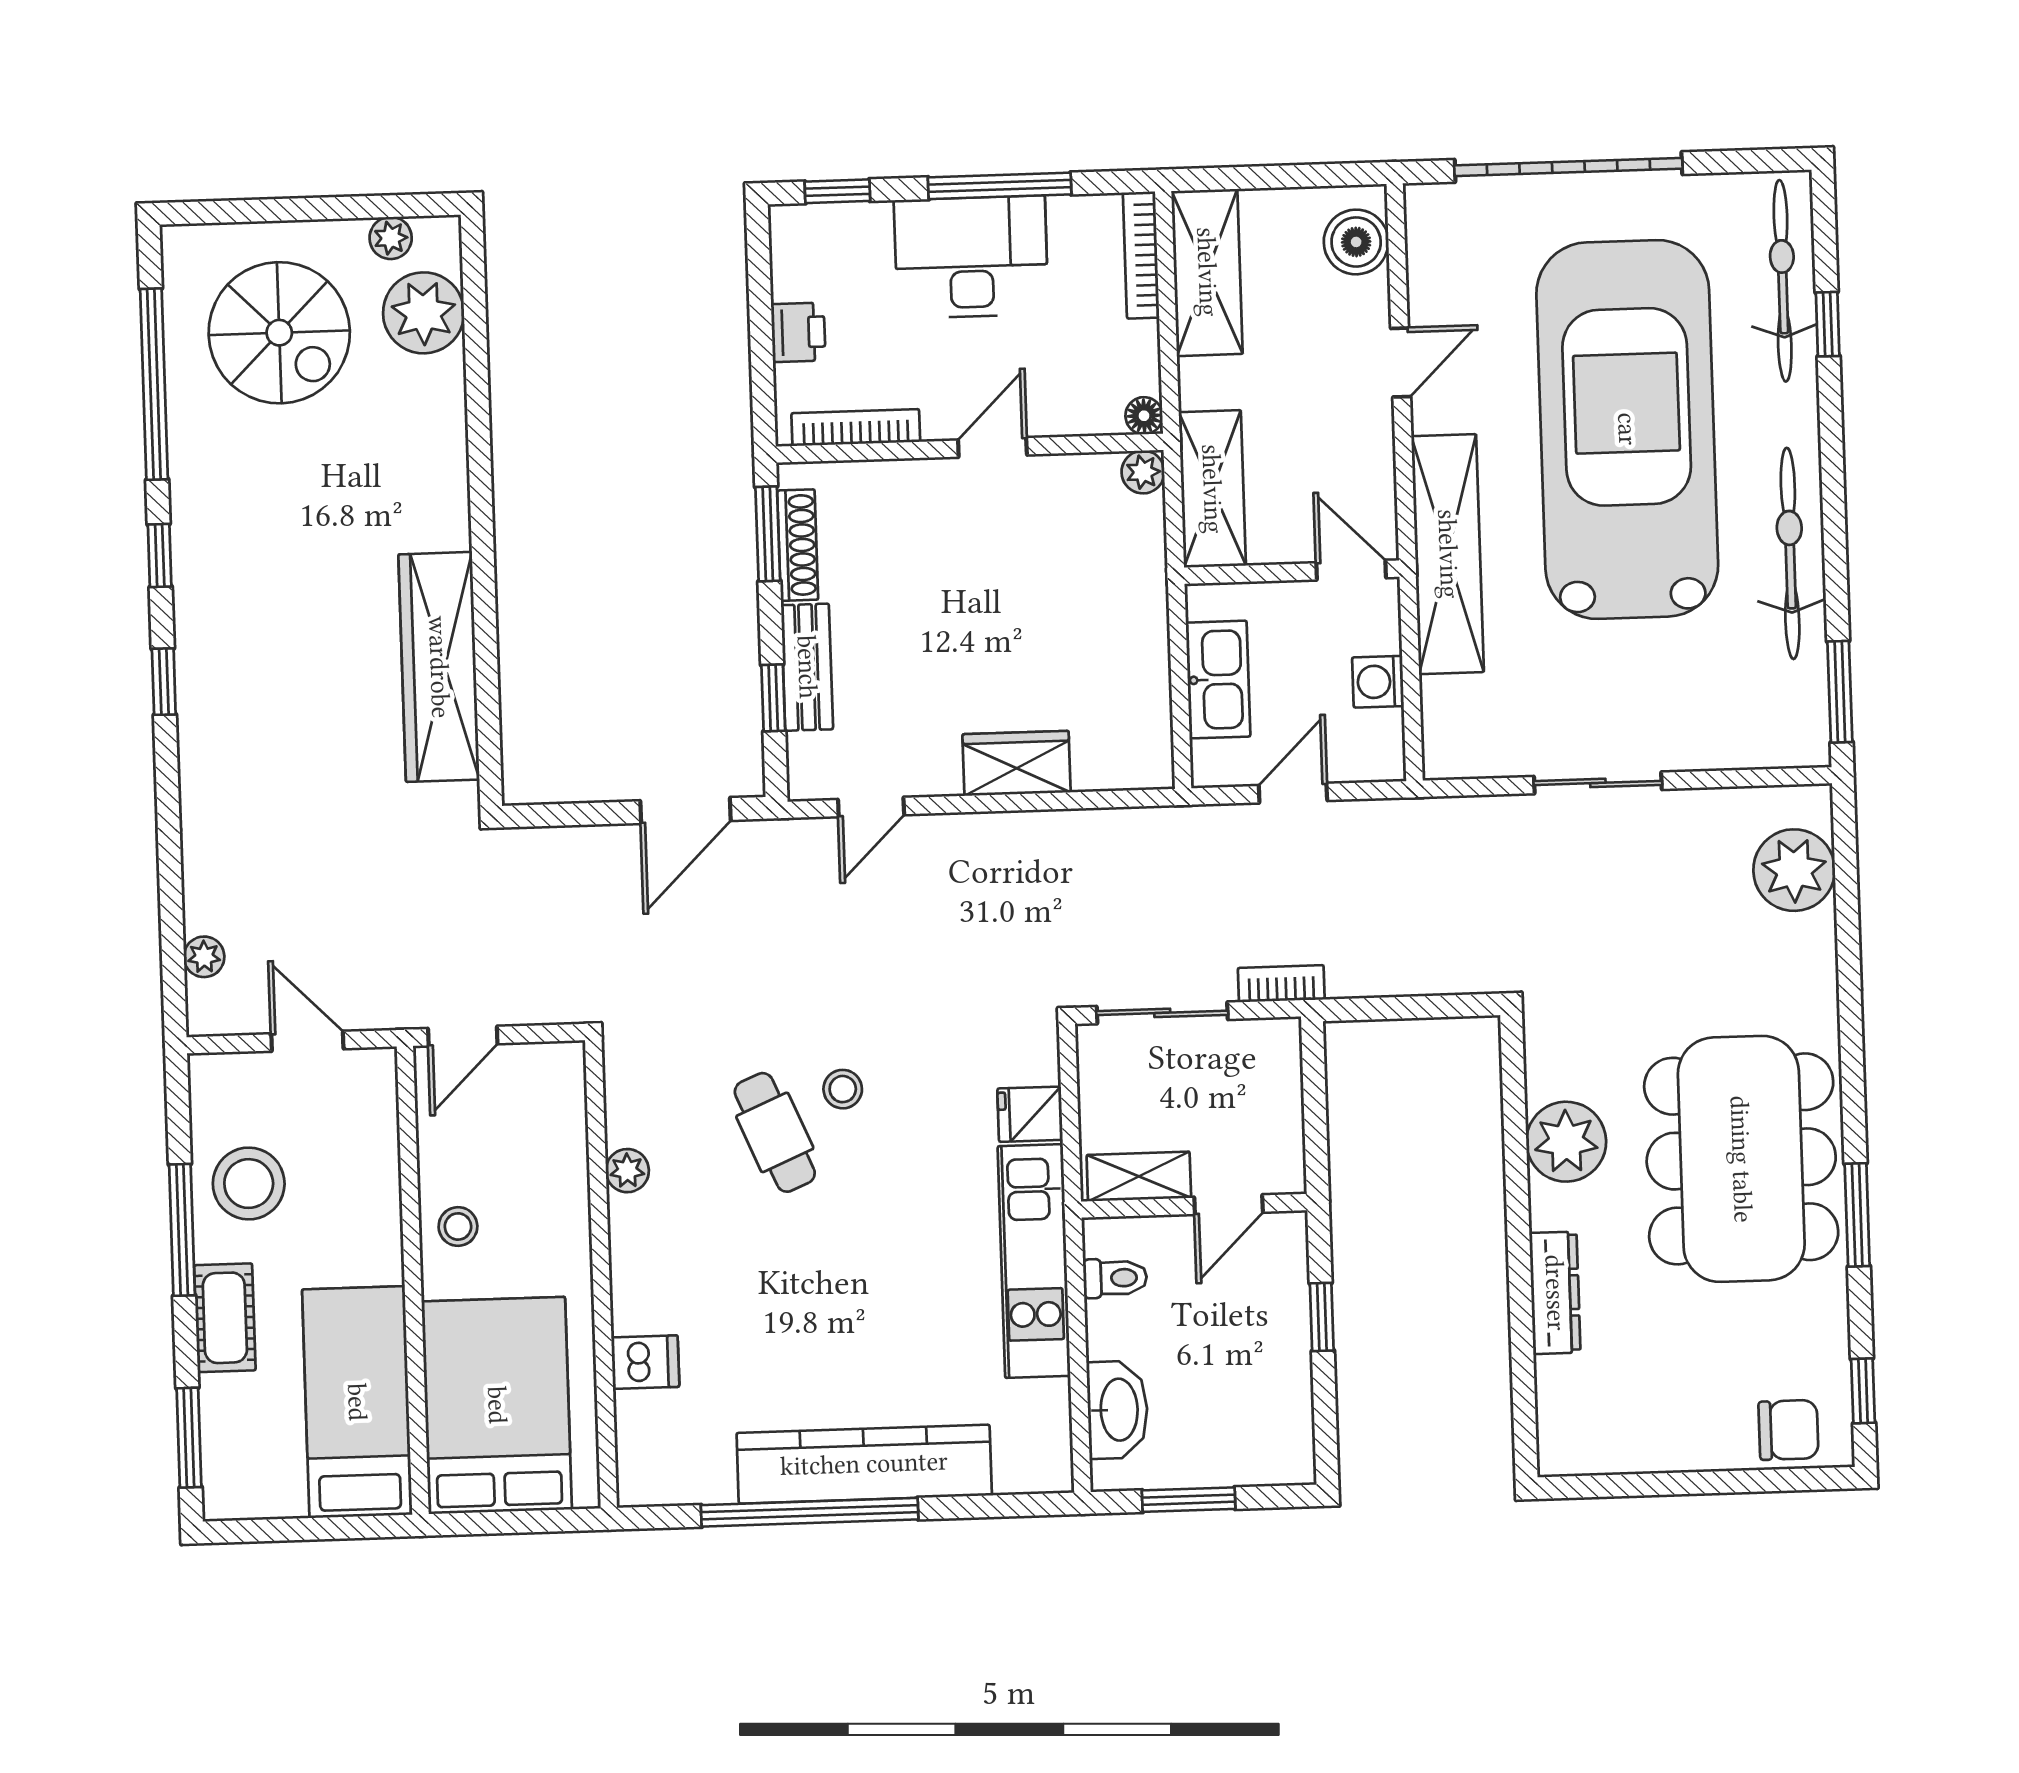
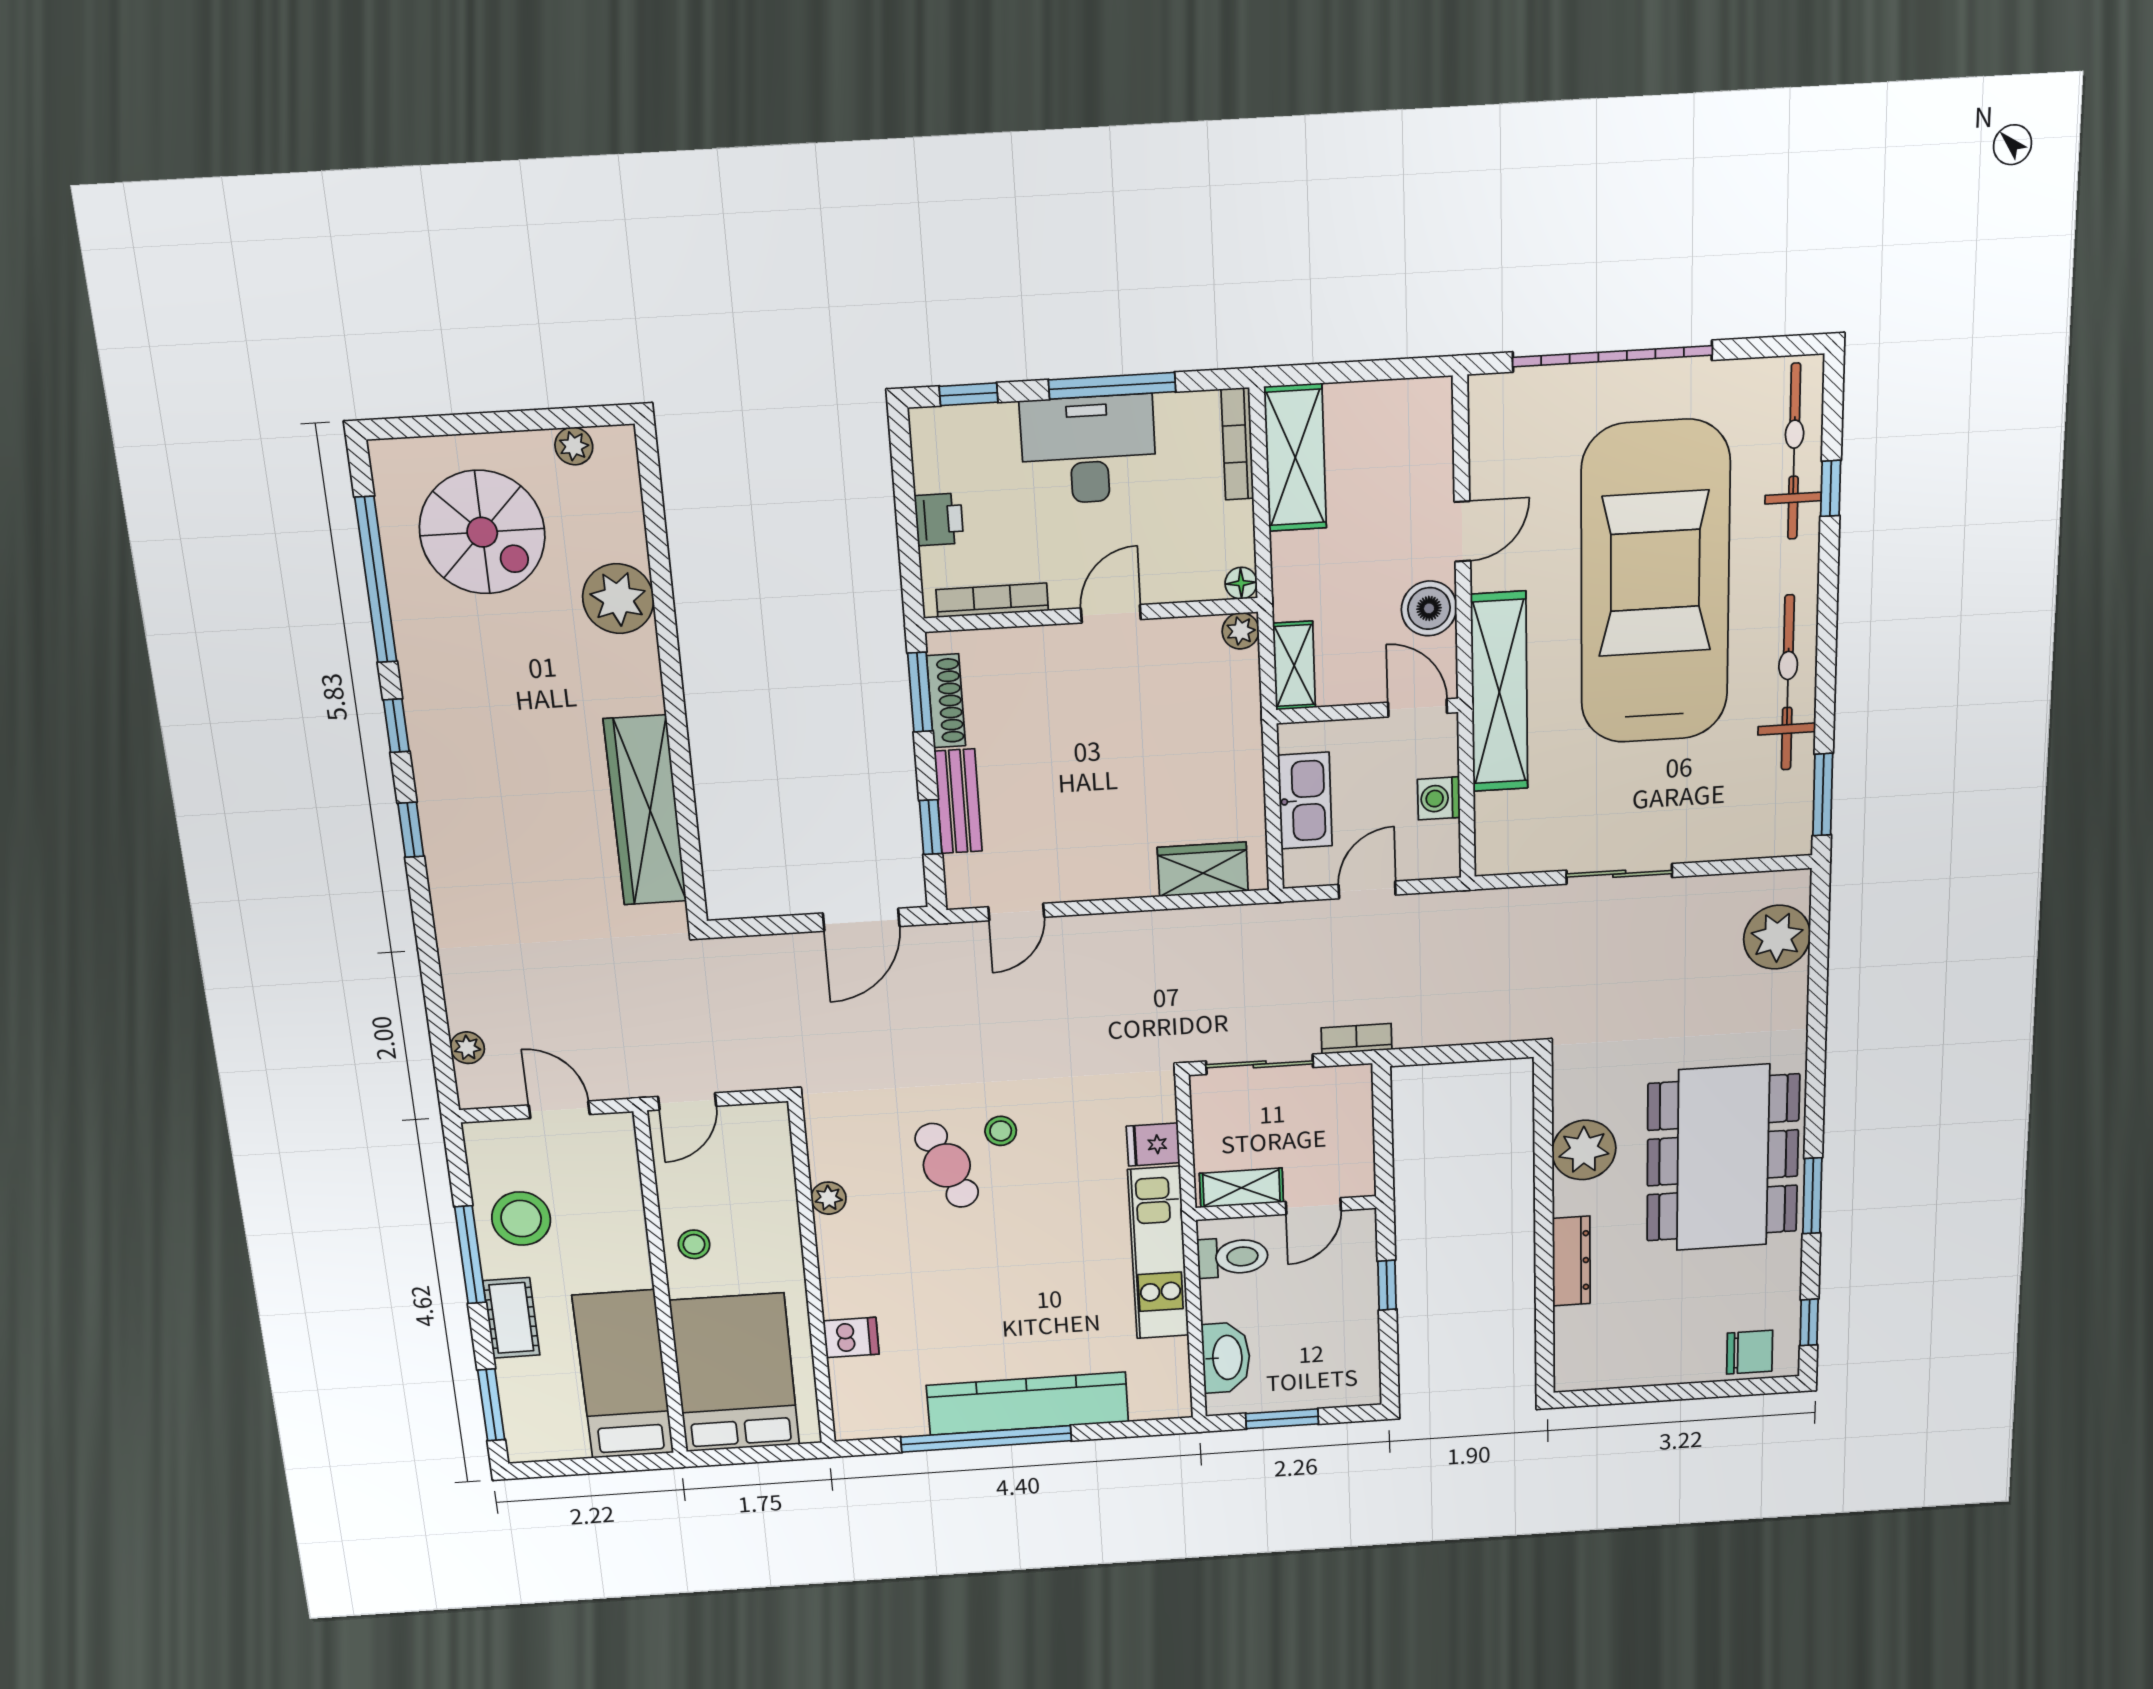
boiler: (1356, 242) -> (1429, 608), moved
plant: (424, 313) -> (618, 599), moved
shelving: (1212, 489) -> (1294, 666), width x0.67, depth x0.75
wardrobe: (1017, 763) -> (1203, 869), moved
toilet: (1115, 1278) -> (1233, 1257), width x1.37, depth x1.39

